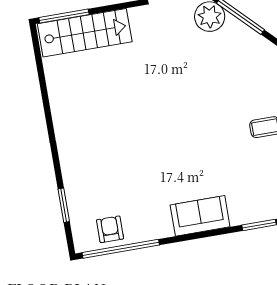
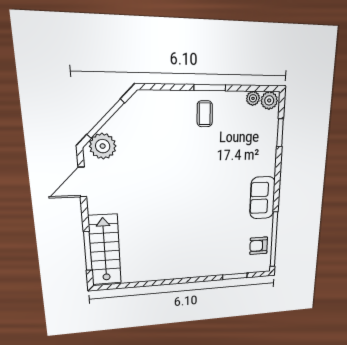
window: (64, 16) -> (88, 251), moved
sofa: (200, 216) -> (262, 198), moved

